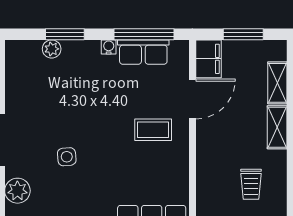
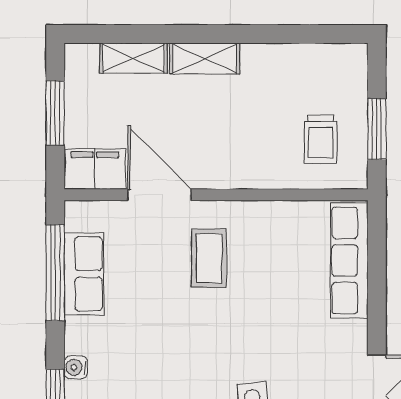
water cooler: (109, 47) -> (76, 367), moved
trolley: (251, 184) -> (321, 139), moved, turned 90

